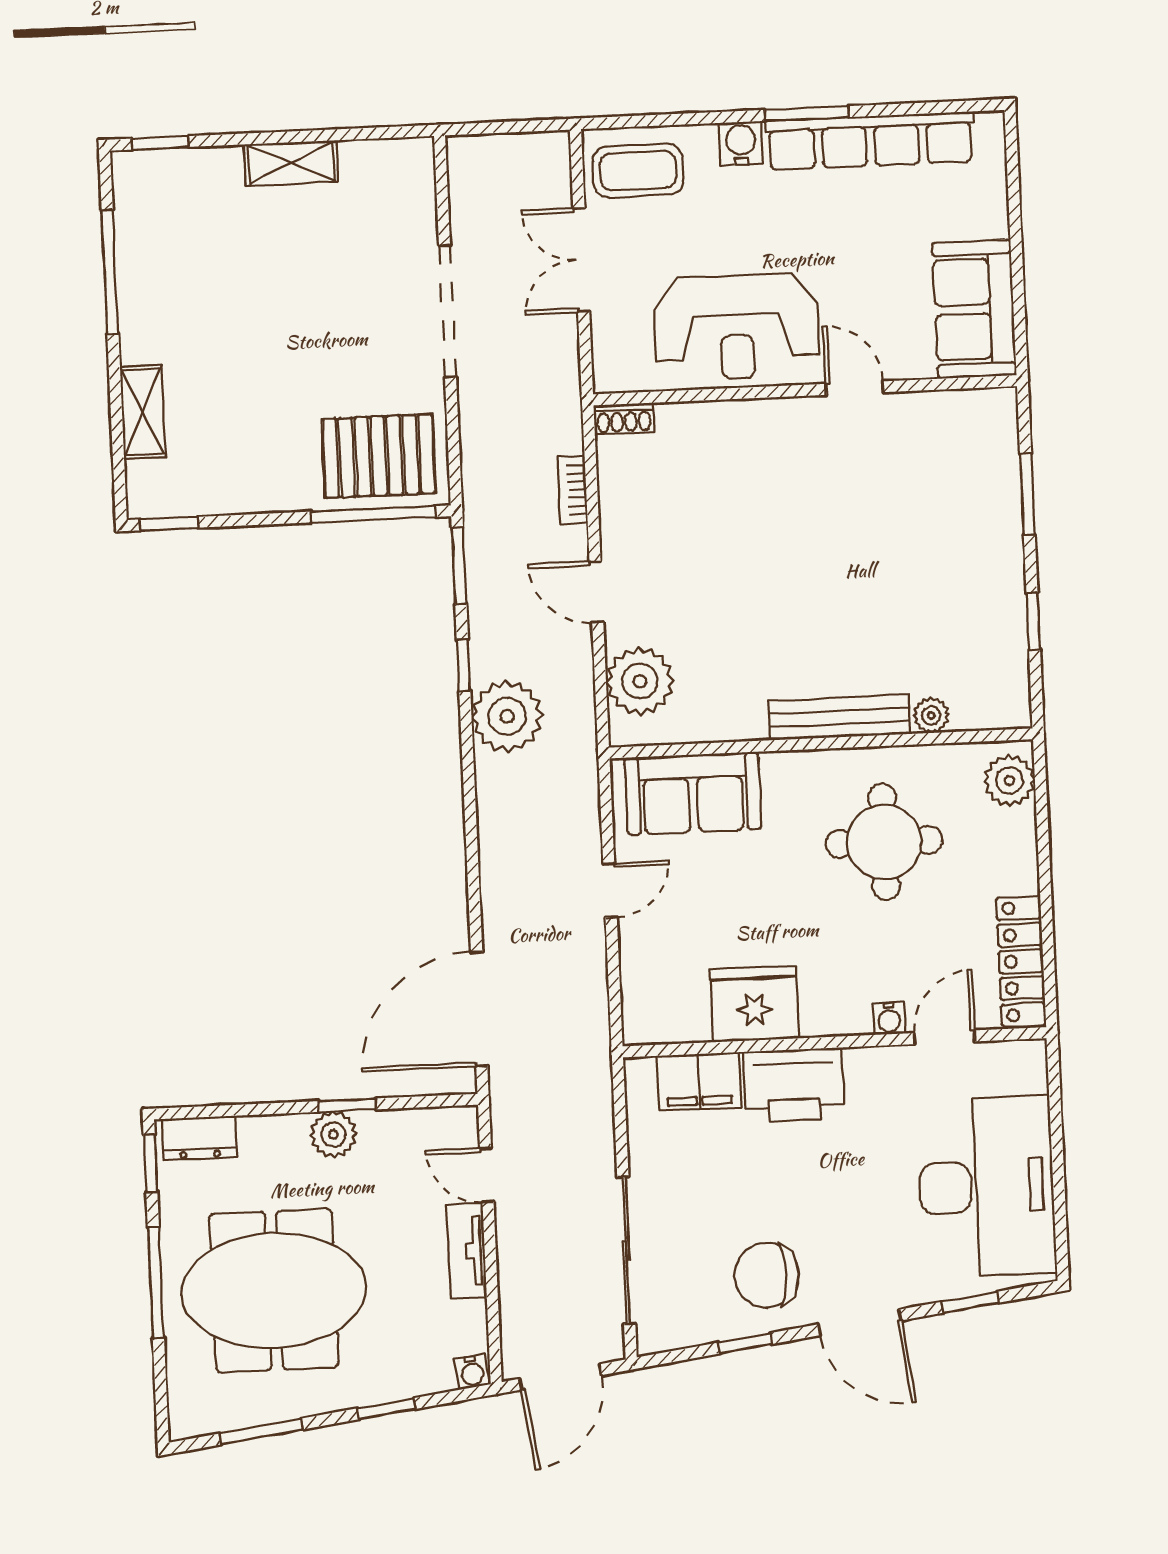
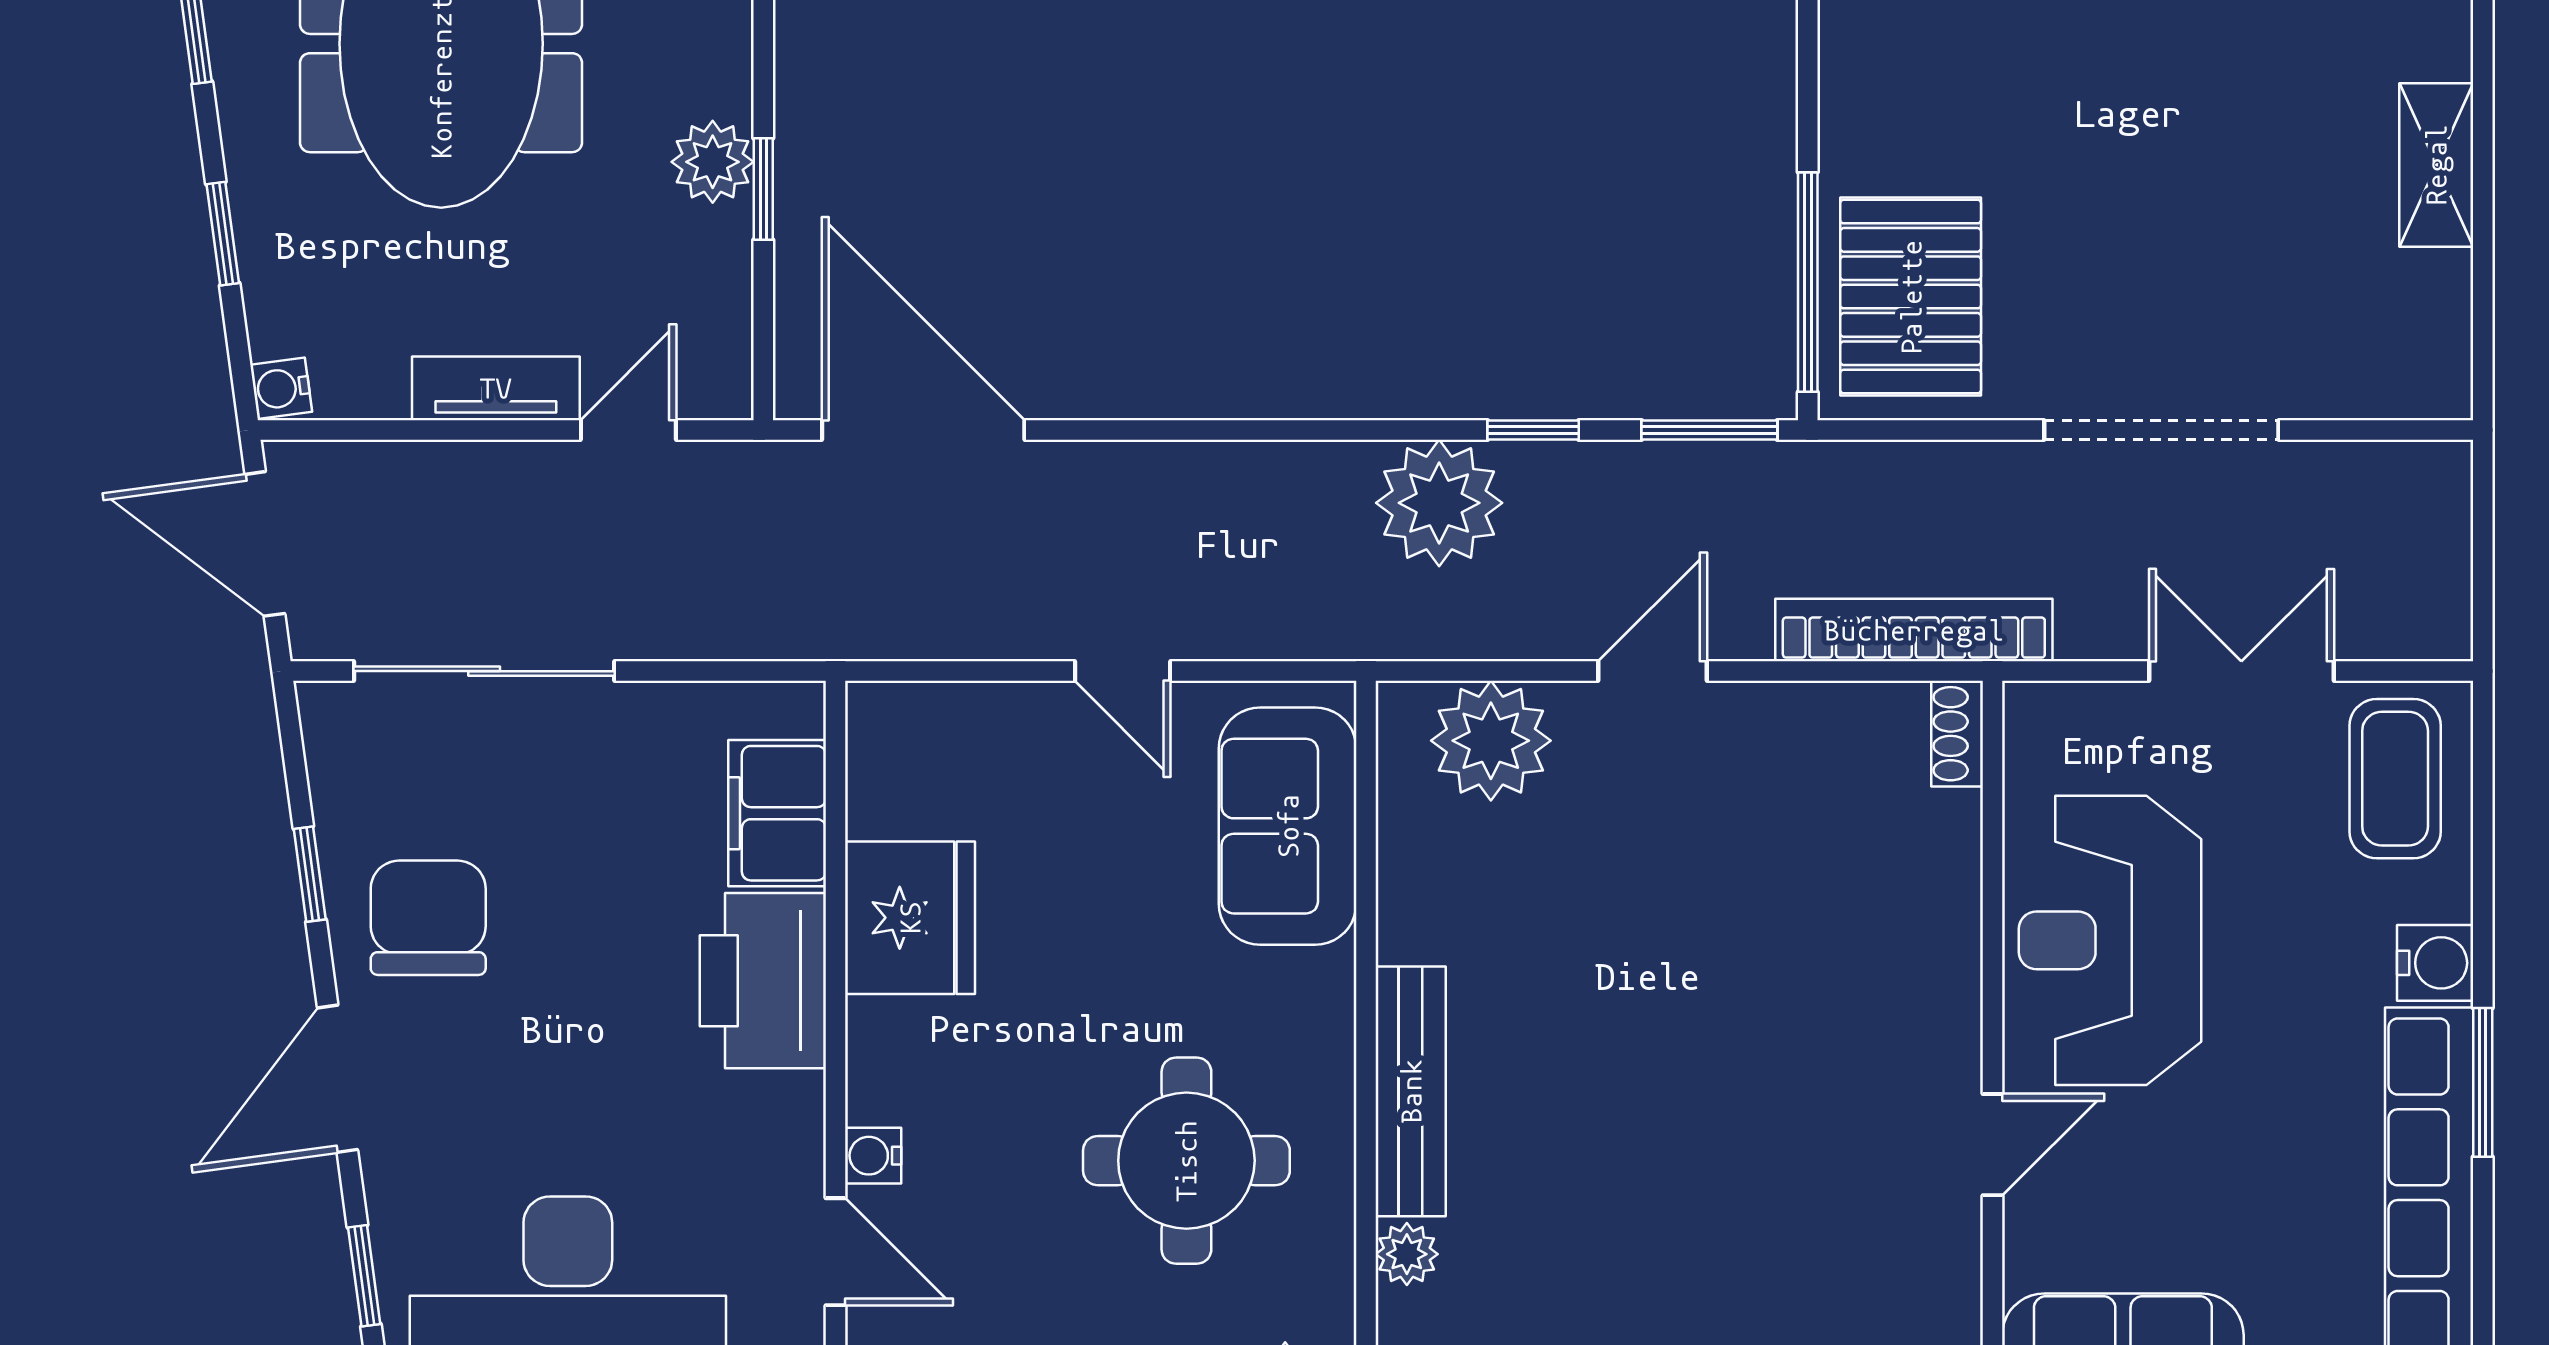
bookcase: (573, 490) -> (1914, 630), width x2.31, depth x1.31

